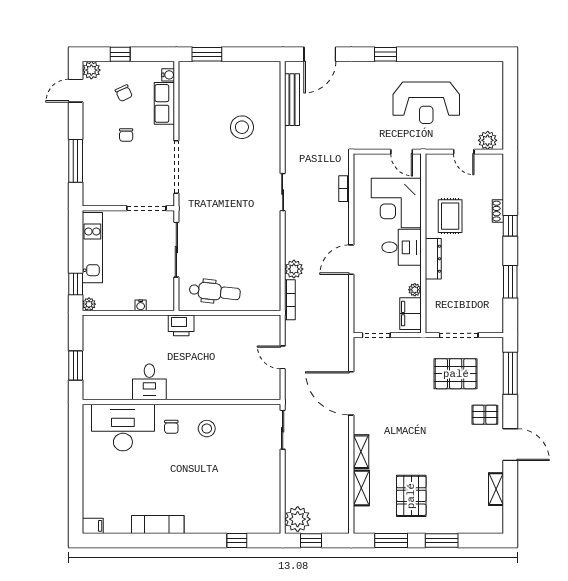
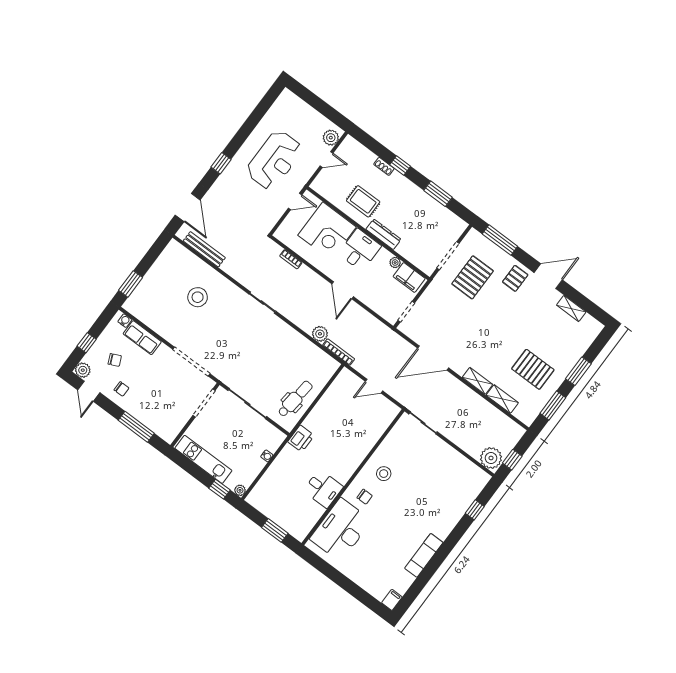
chair: (126, 135) -> (121, 389), moved

